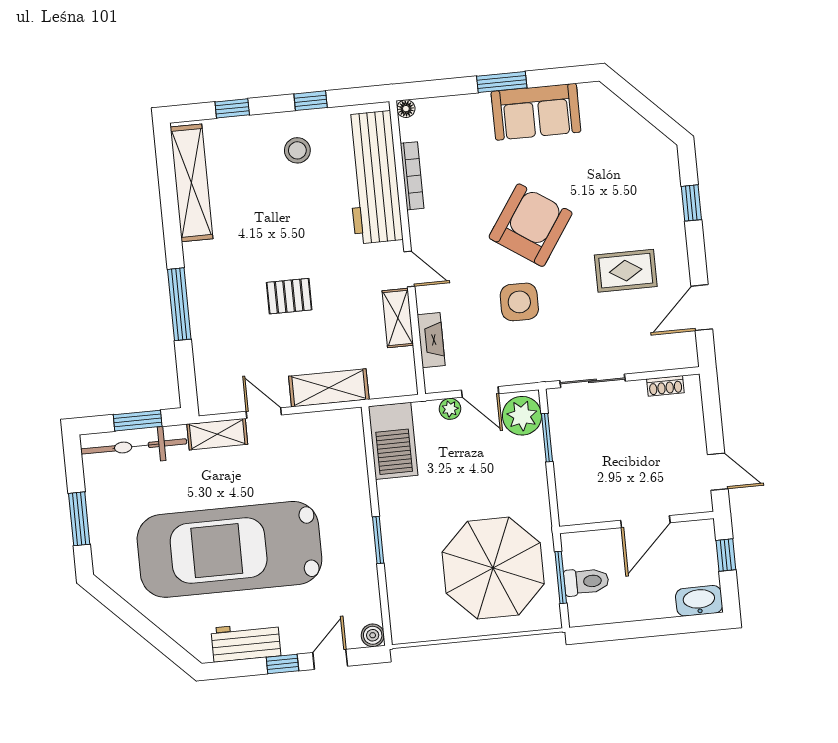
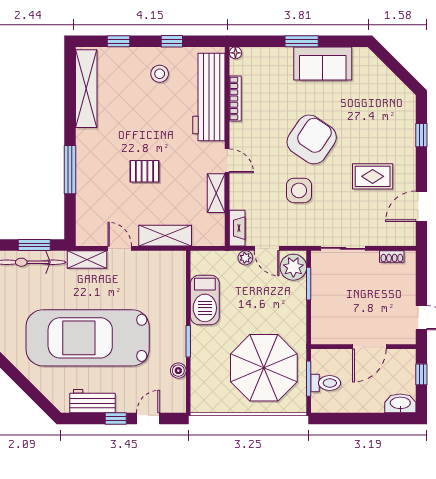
fireplace: (431, 340) -> (237, 228), moved
barbecue: (393, 441) -> (205, 300), moved
boiler: (373, 635) -> (178, 371), moved

